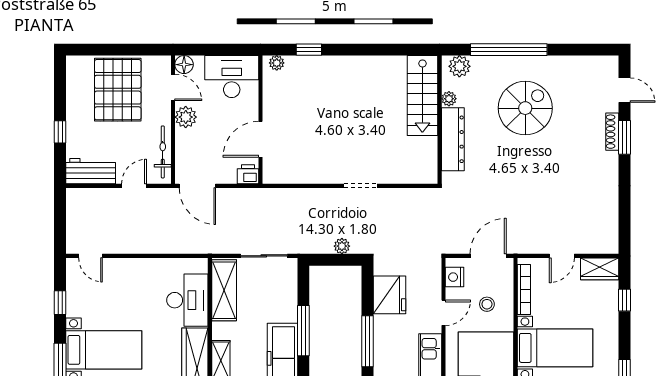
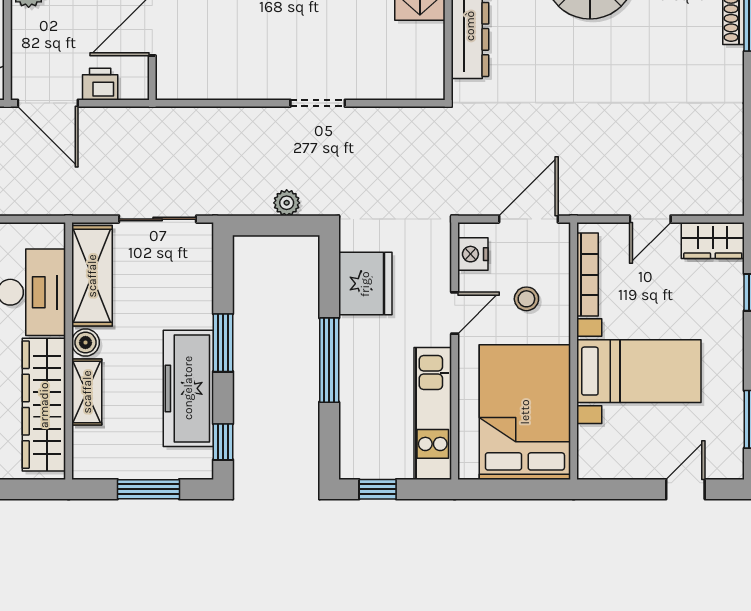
printer: (248, 174) -> (100, 84), moved
boiler: (220, 331) -> (85, 343), added
window: (303, 331) -> (223, 343), width x0.69

